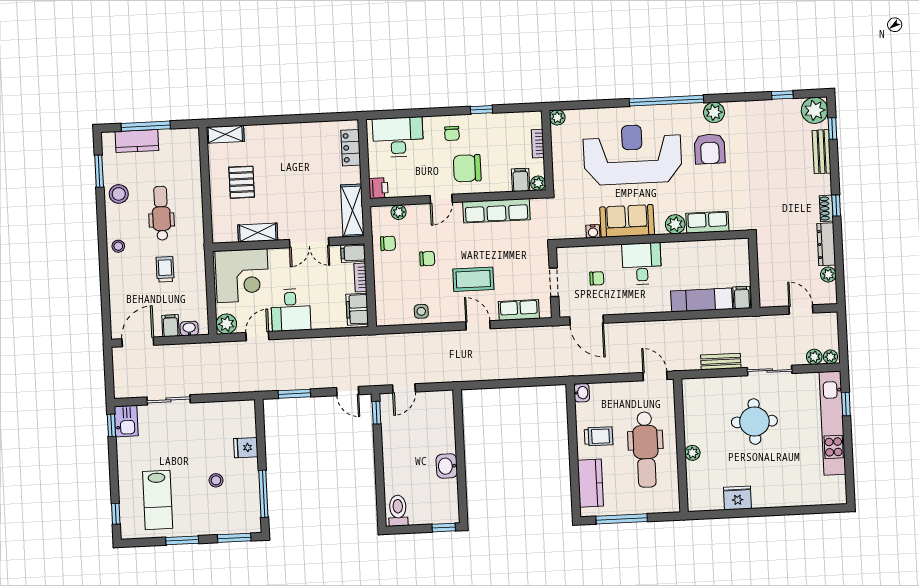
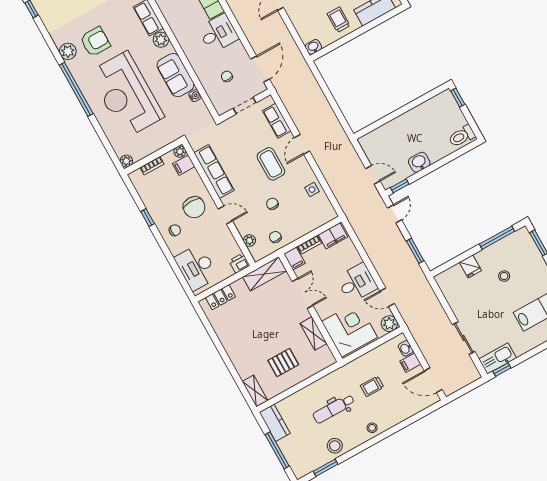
kitchen counter: (137, 141) -> (275, 423), moved
desk: (642, 264) -> (218, 33), moved, turned 180
kitchen sink: (126, 421) -> (498, 358), width x1.38
washbasin: (447, 466) -> (419, 162), moved, turned 180

